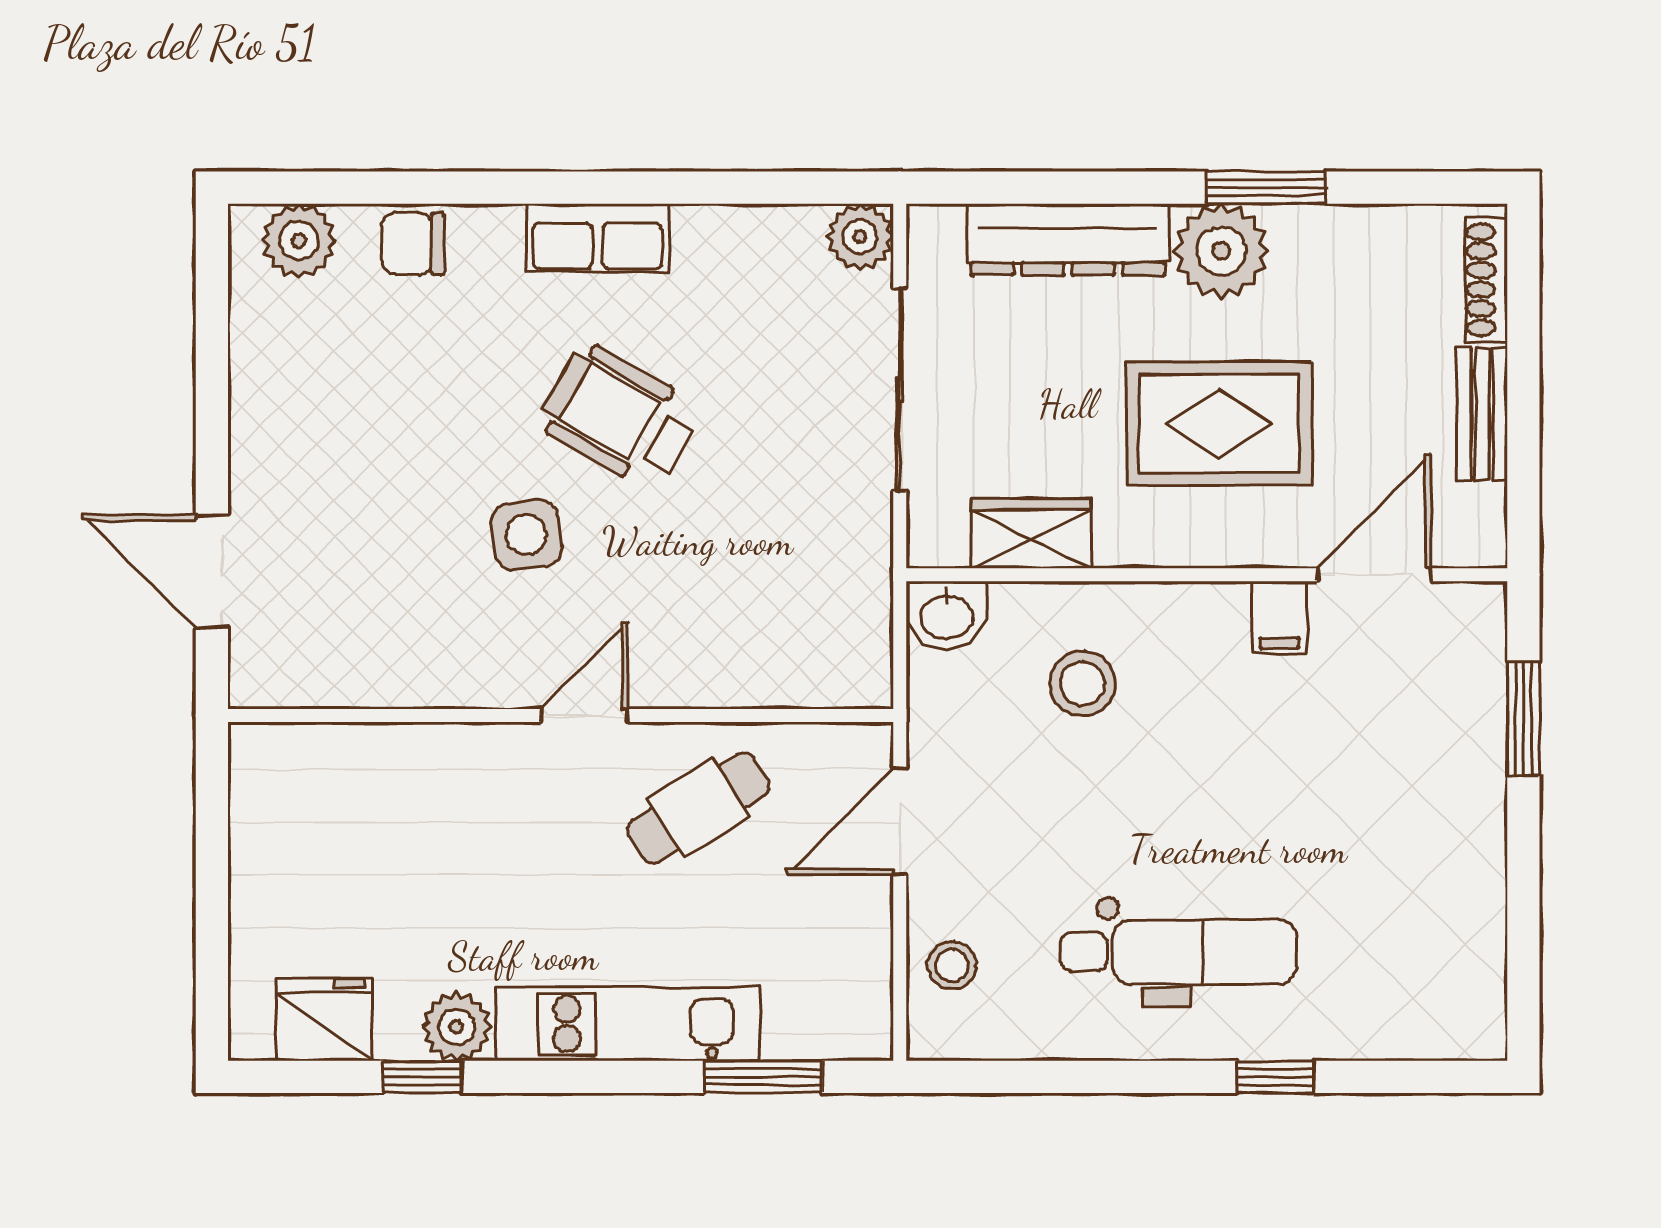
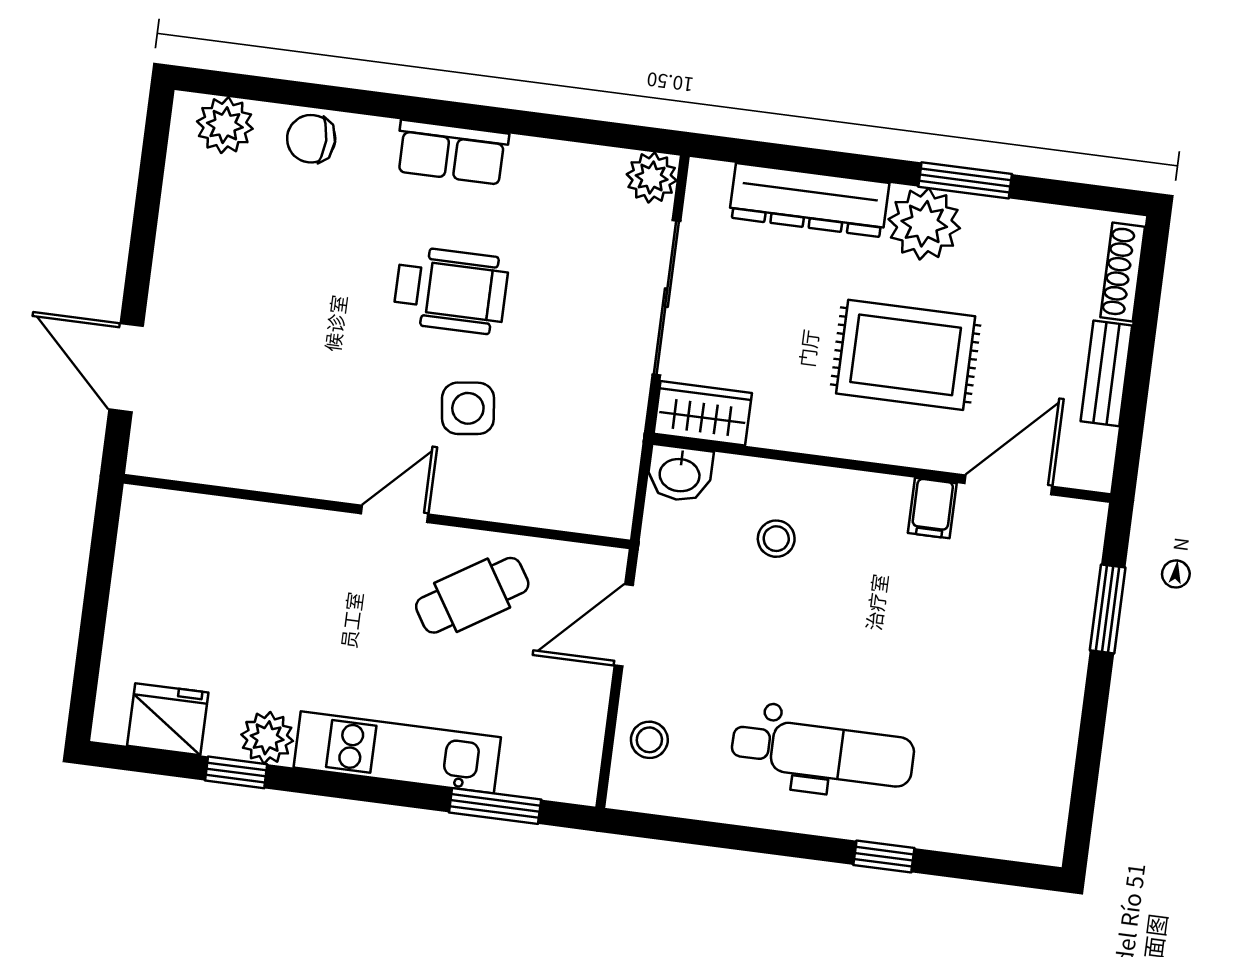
wheelchair: (619, 416) -> (451, 290), turned 150
wardrobe: (1031, 533) -> (703, 413), moved
side table: (526, 535) -> (468, 408), moved
stool: (1082, 683) -> (776, 539), width x0.73, depth x0.73

